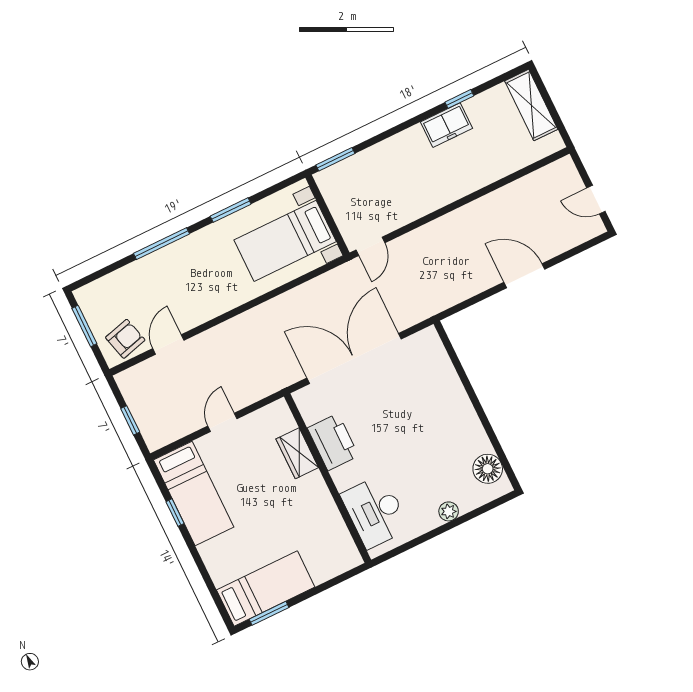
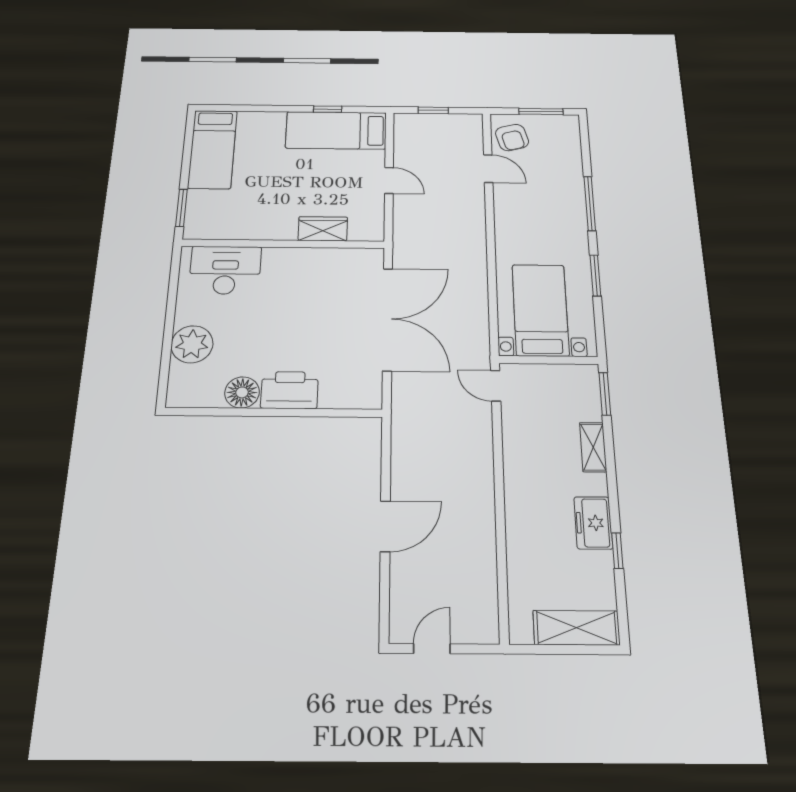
shelving: (385, 150) -> (593, 447), added
printer: (333, 442) -> (289, 390), moved, turned 180
floor lamp: (488, 469) -> (242, 392), moved
plant: (449, 511) -> (192, 344), width x1.88, depth x1.88
window: (269, 613) -> (181, 208), moved

